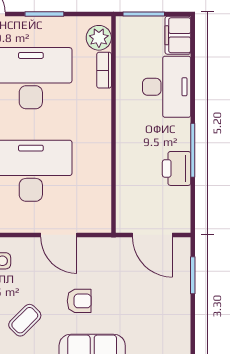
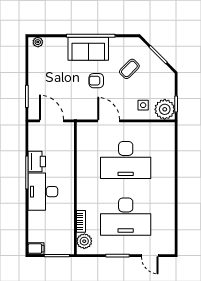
filing cabinet: (178, 35) -> (36, 249), width x0.50
desk: (167, 87) -> (43, 192), moved

